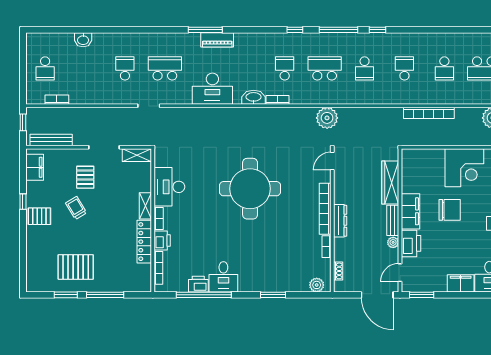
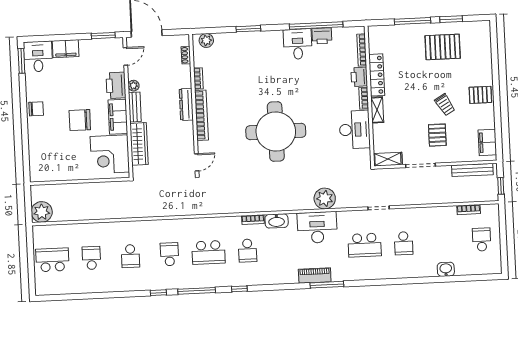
bookcase: (429, 113) -> (104, 214), removed
plant: (327, 118) -> (325, 199), moved
corner desk: (464, 168) -> (110, 154), moved, turned -90
window: (23, 202) -> (497, 108), removed

